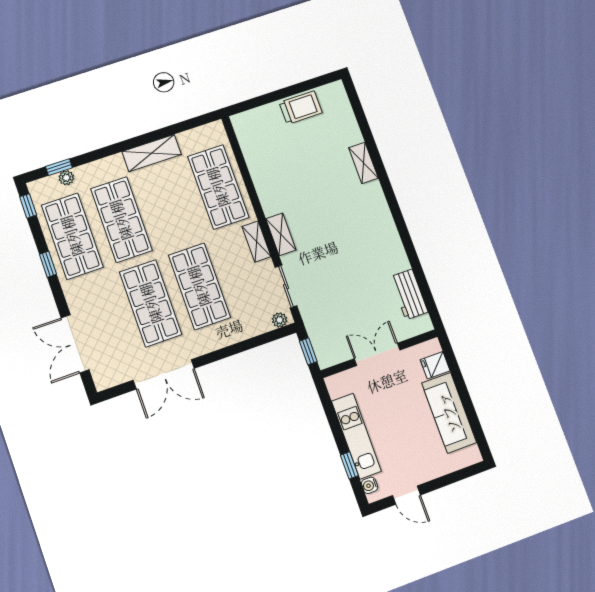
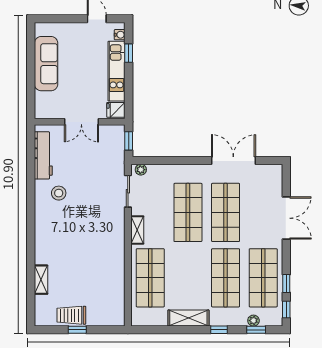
window: (287, 92) -> (77, 330), added
window: (107, 151) -> (219, 330), added
shelving: (363, 163) -> (41, 280), moved
shelving: (281, 234) -> (118, 229), removed
stool: (372, 254) -> (59, 193), added
window: (48, 264) -> (286, 284), moved
workbench: (409, 294) -> (43, 155), width x1.37
double door: (75, 344) -> (286, 218), moved
fridge: (435, 365) -> (116, 110), moved, turned 180

